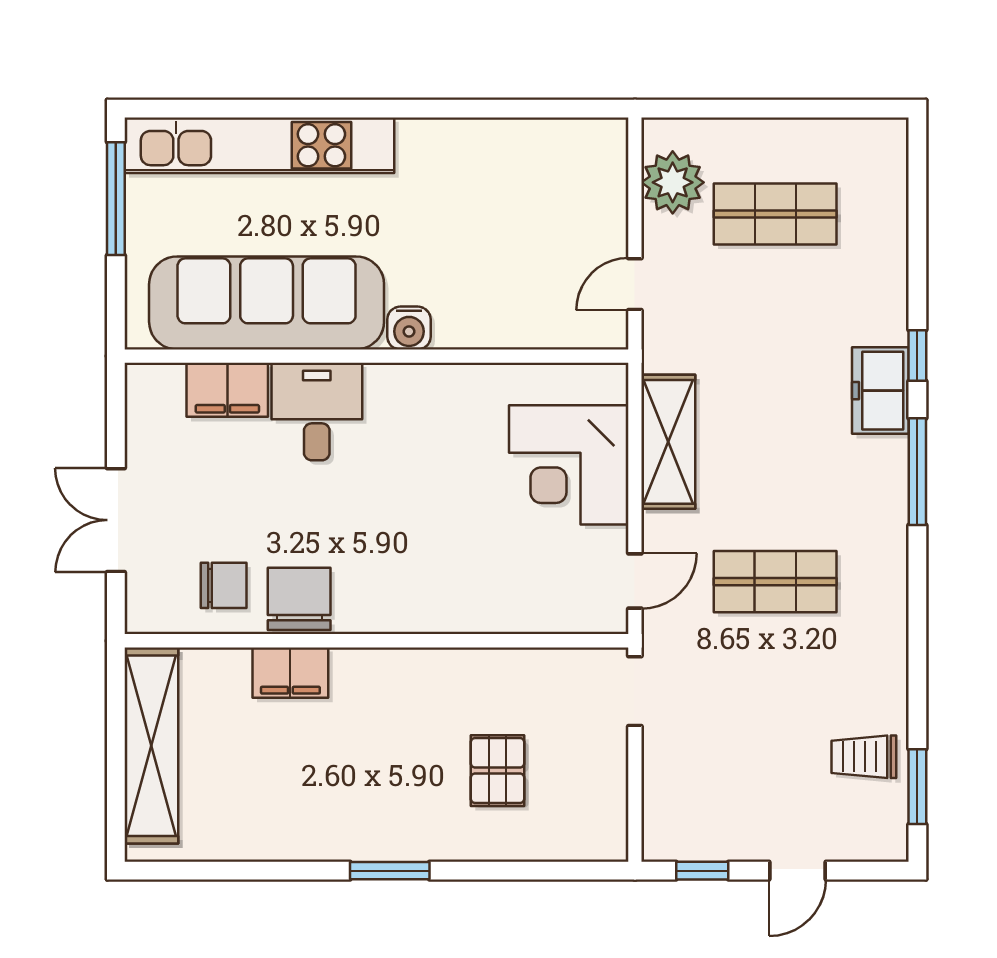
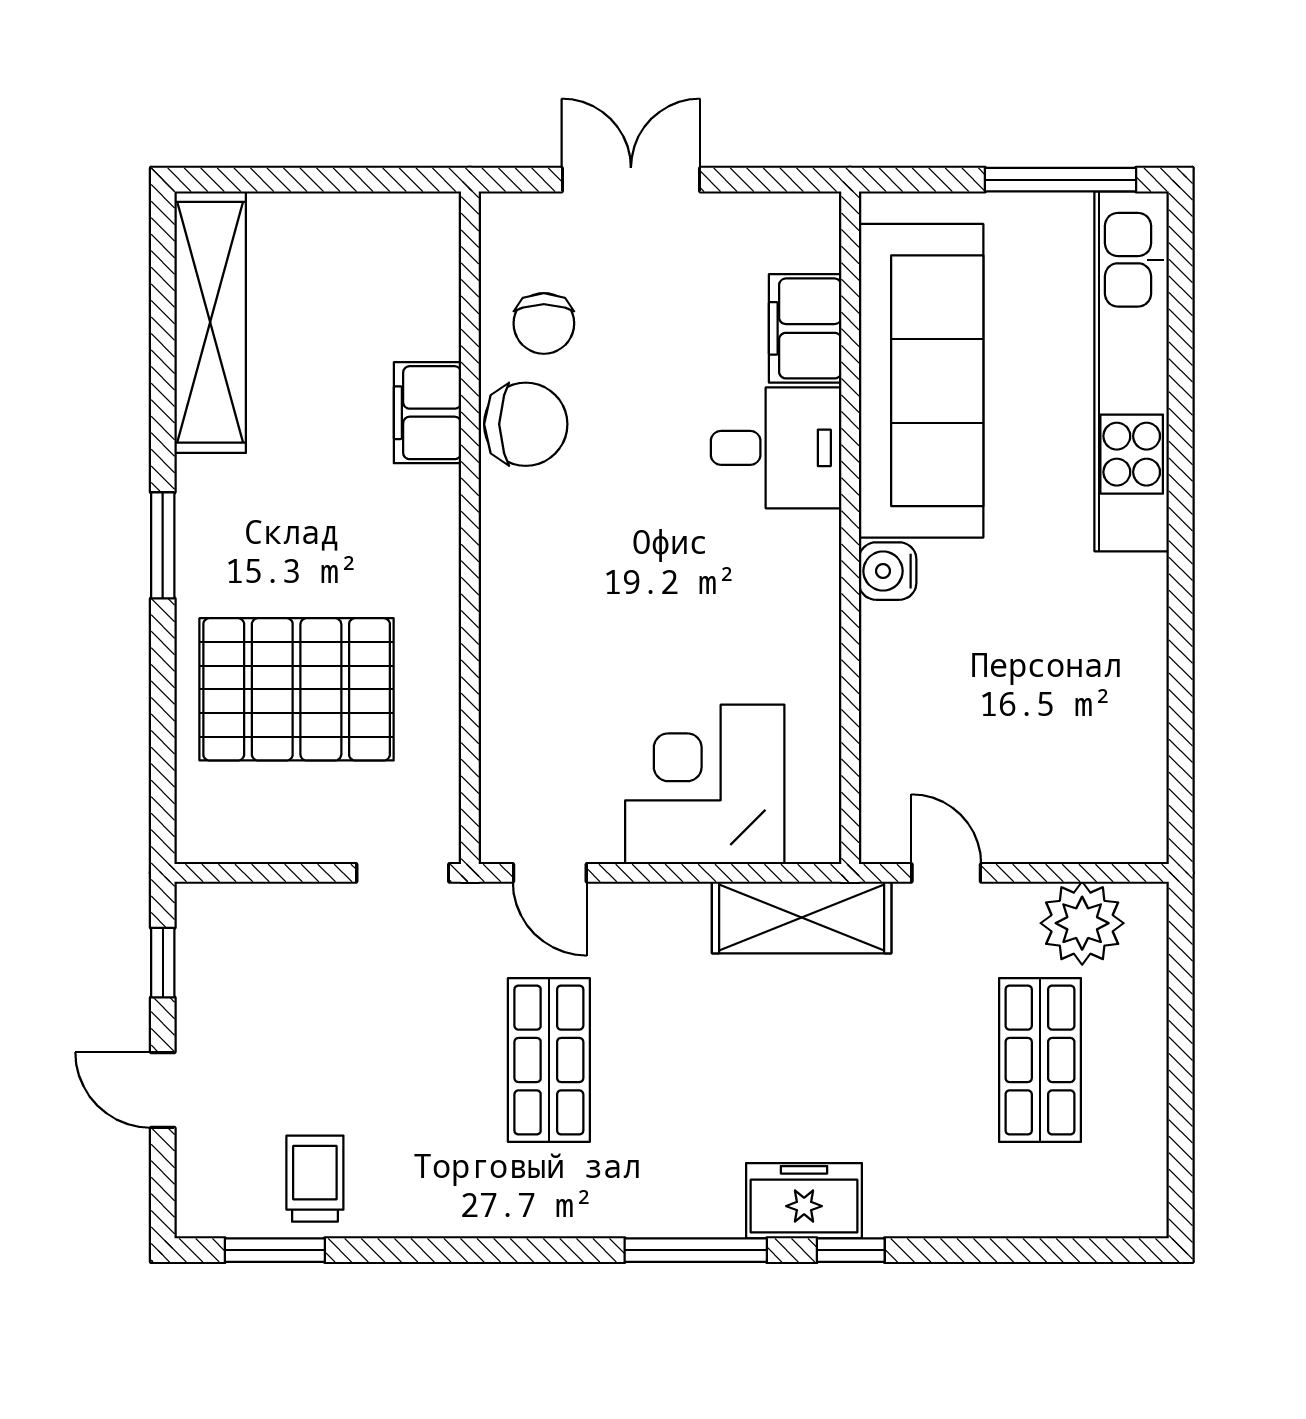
shelving: (668, 442) -> (802, 917), moved
shelving: (151, 746) -> (210, 322), moved, turned 90
pallet: (498, 771) -> (297, 689), width x2.05, depth x2.00

